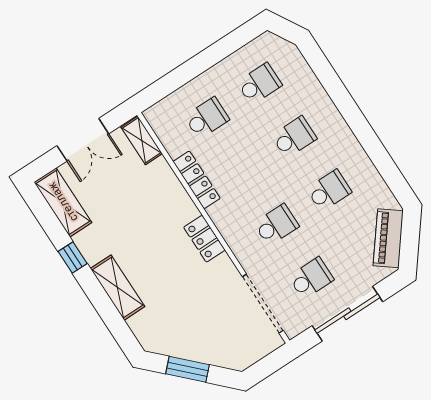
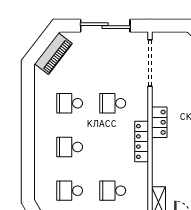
locker: (197, 180) -> (142, 141), moved
school desk: (311, 278) -> (113, 60), removed

